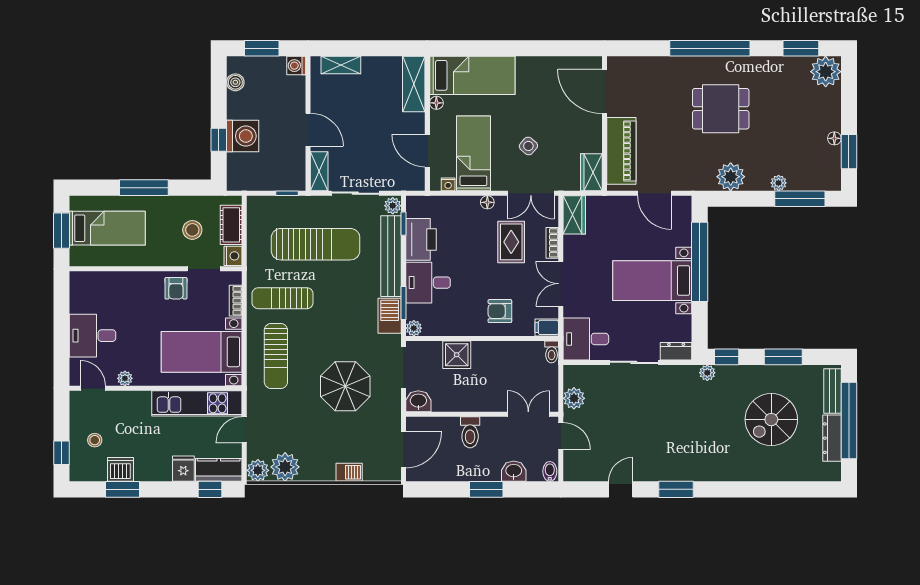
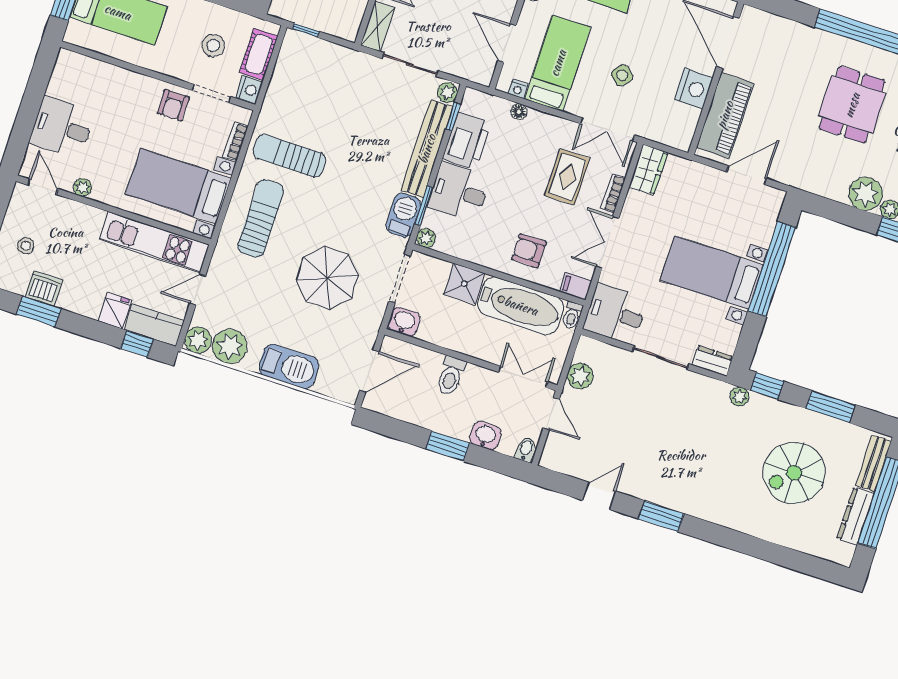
dining table: (721, 109) -> (852, 105), turned 90
nightstand: (589, 138) -> (694, 89), added
wardrobe: (591, 172) -> (683, 128), removed
plant: (731, 177) -> (866, 194), moved
window: (287, 193) -> (306, 30), moved
door: (654, 193) -> (746, 175), swing flipped
floor lamp: (487, 202) -> (519, 112), moved
sun lounger: (316, 244) -> (346, 107), removed
sun lounger: (276, 356) -> (261, 218), turned 180
bathtub: (508, 358) -> (521, 306), added
barbecue: (349, 472) -> (289, 366), width x1.88, depth x1.53

